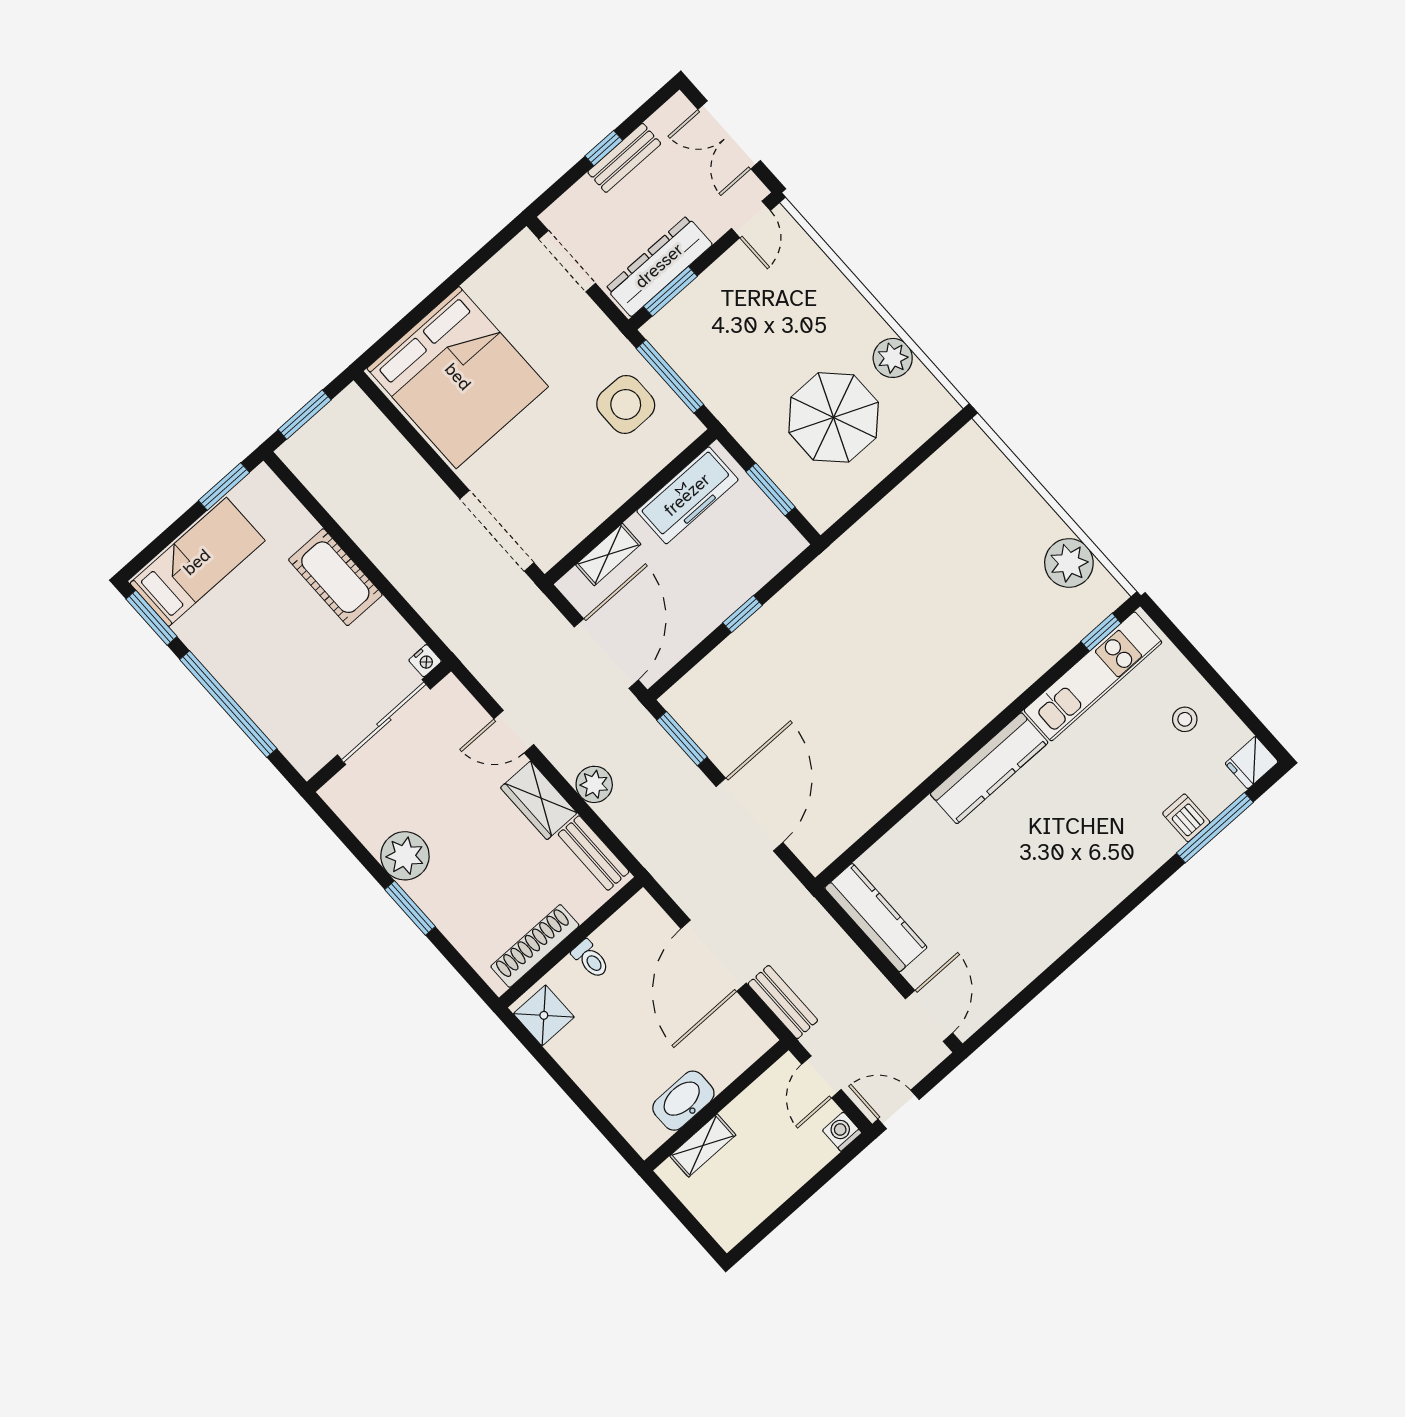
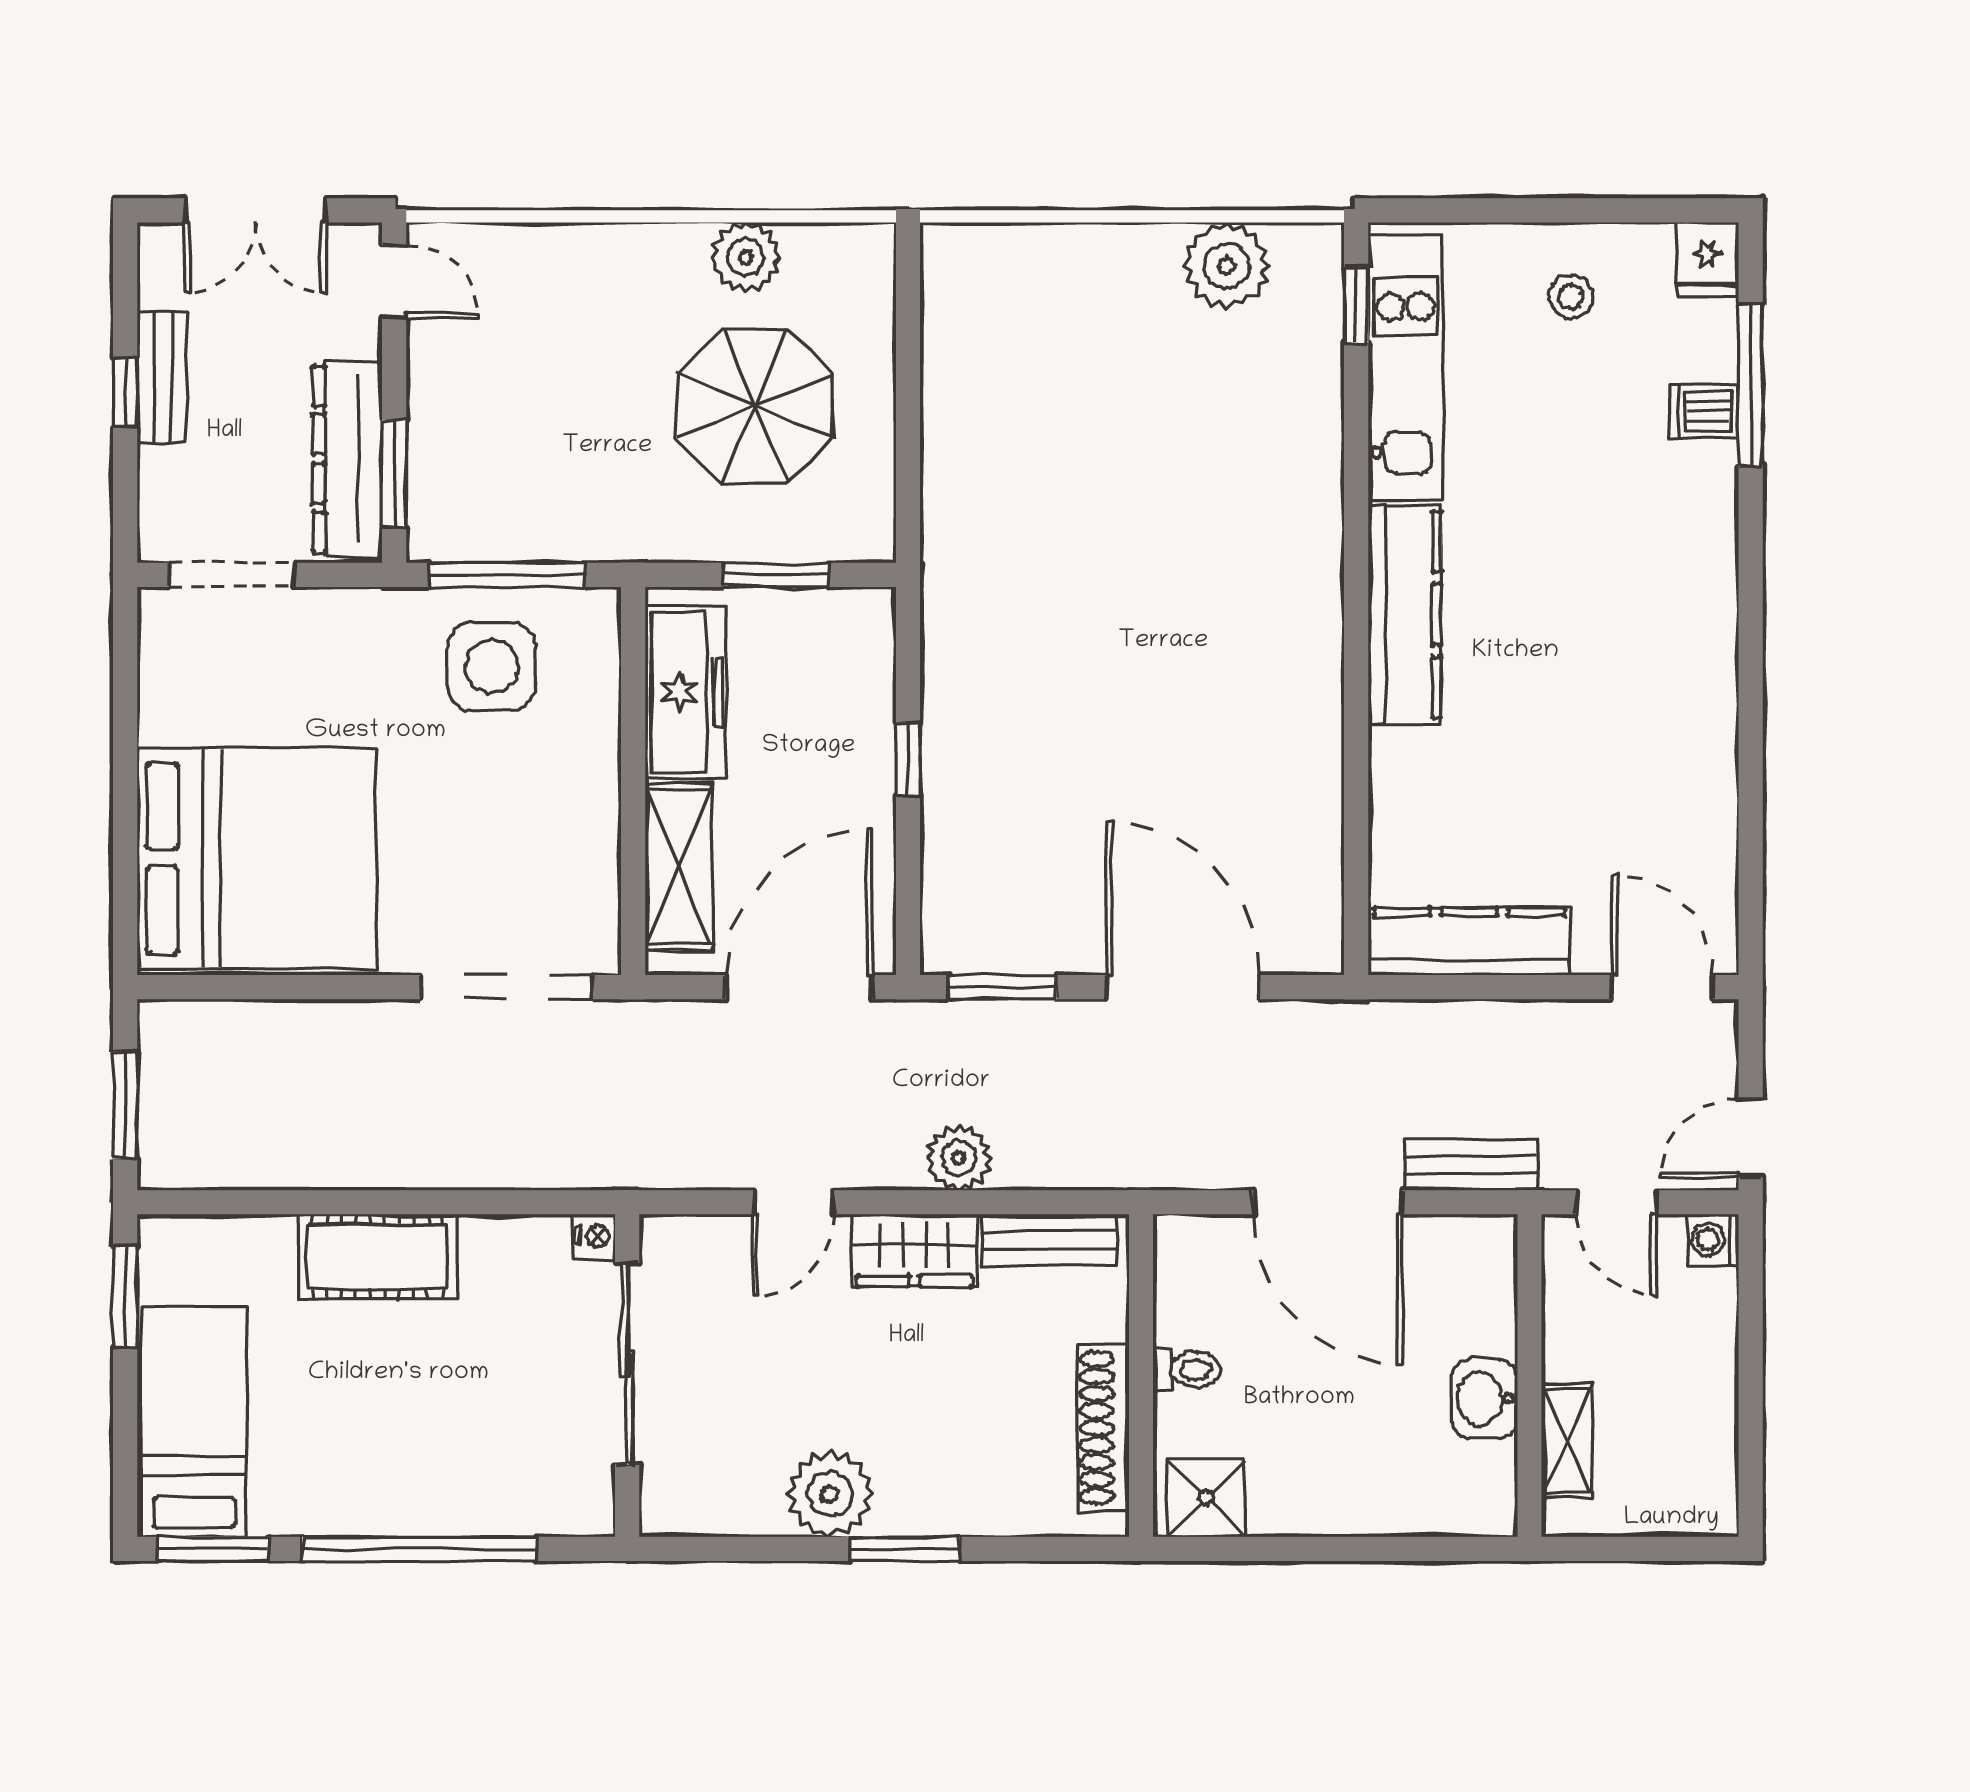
shelving: (608, 554) -> (679, 867), width x1.50, depth x1.33
door: (606, 653) -> (799, 987), hinge flipped
washbasin: (683, 1101) -> (1484, 1399), width x0.72

